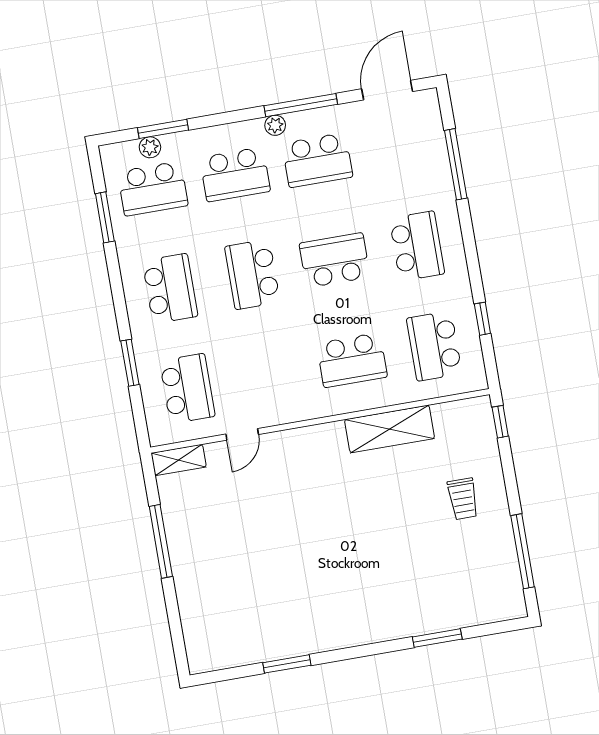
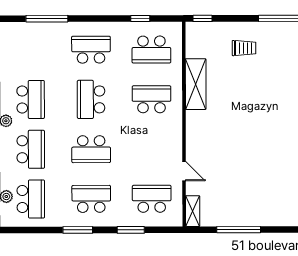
window: (105, 217) -> (78, 230), moved
school desk: (352, 360) -> (151, 99), turned -90

